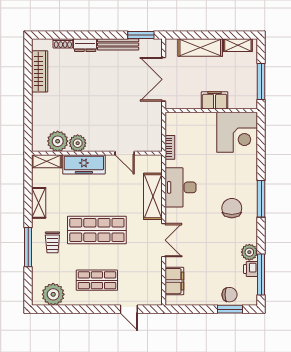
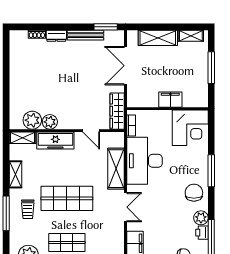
wardrobe: (40, 71) -> (117, 111), moved, turned 180
filing cabinet: (215, 100) -> (170, 100), moved
wall: (211, 111) -> (167, 109), moved
corner desk: (237, 132) -> (190, 128), moved
desk: (181, 187) -> (144, 161), width x1.36, depth x1.30
chair: (232, 208) -> (194, 193), moved

